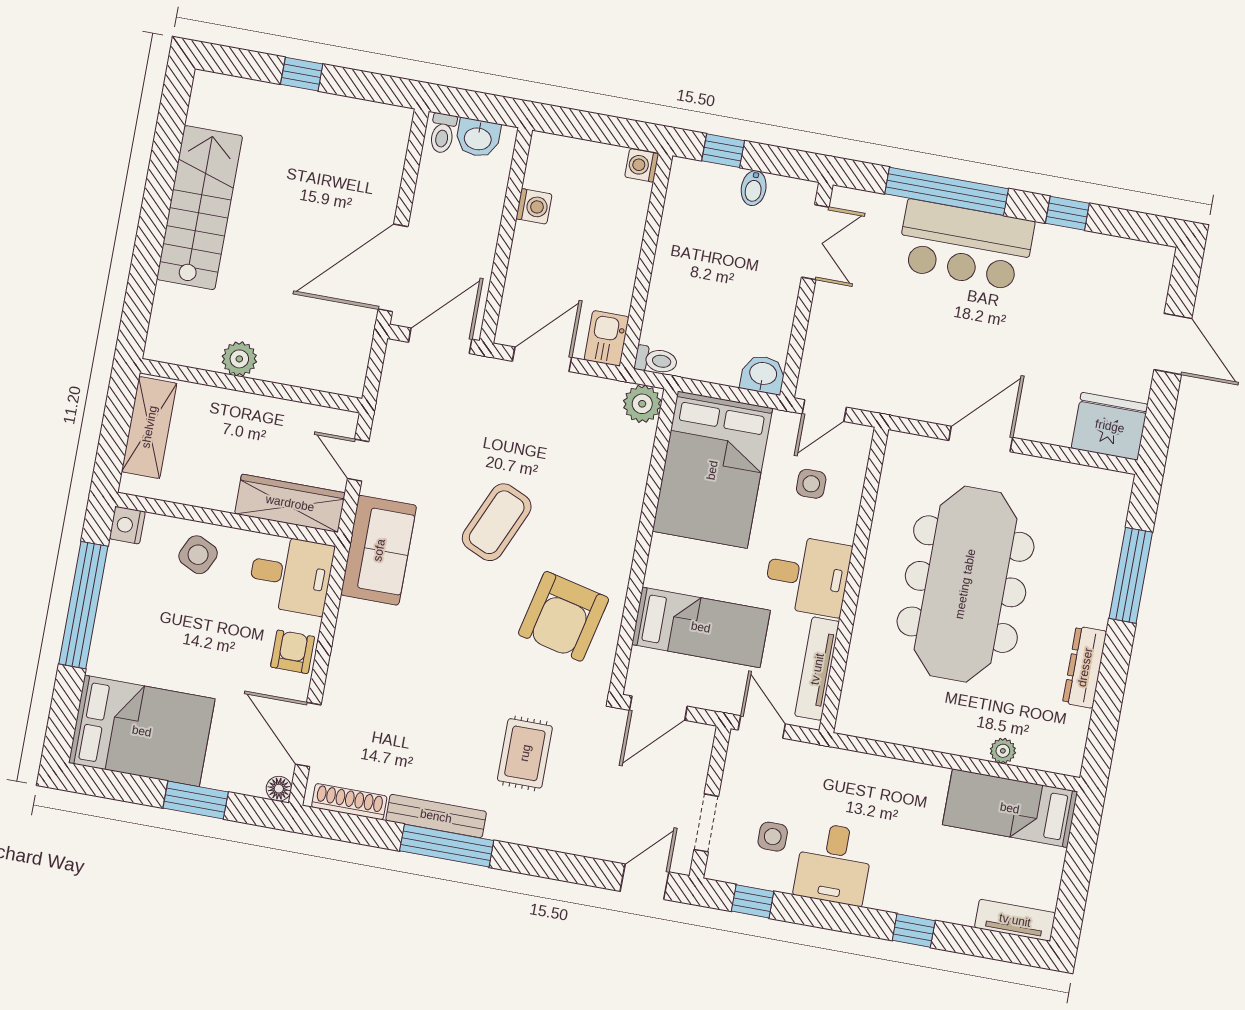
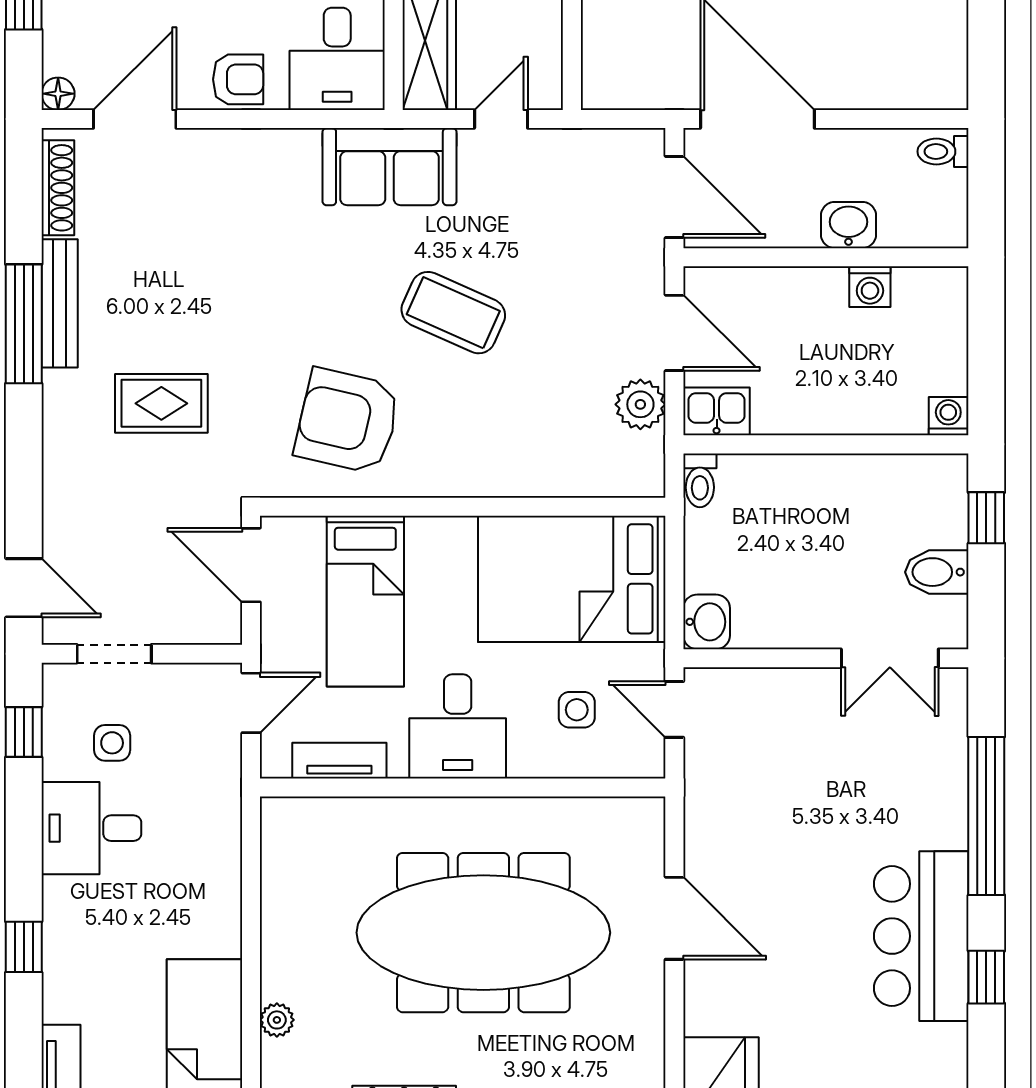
washbasin: (478, 138) -> (849, 225), moved, turned 90
bidet: (754, 188) -> (937, 572), width x1.38, depth x1.36
bar counter: (965, 245) -> (921, 936), moved
plant: (642, 404) -> (640, 404), moved
tv unit: (817, 669) -> (339, 761), width x0.71

